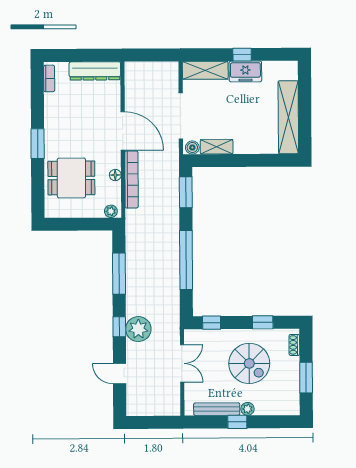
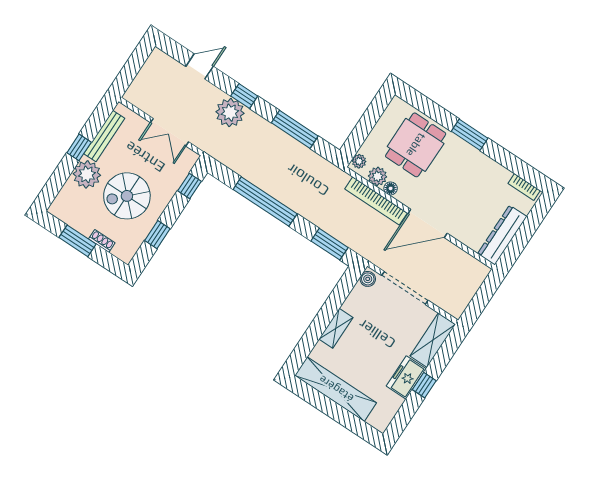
shelving: (217, 147) -> (336, 328), moved
plant: (113, 190) -> (378, 176), added
shoe rack: (294, 345) -> (102, 241), moved
plant: (248, 409) -> (87, 174), width x1.88, depth x1.88

